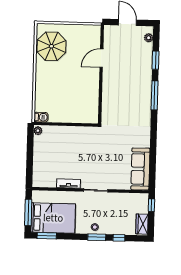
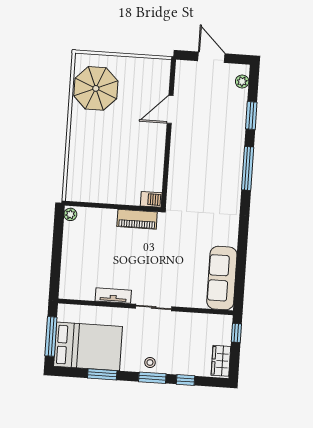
barbecue: (41, 117) -> (151, 199), moved
piano: (82, 132) -> (137, 219), added
window: (47, 236) -> (102, 374), moved

